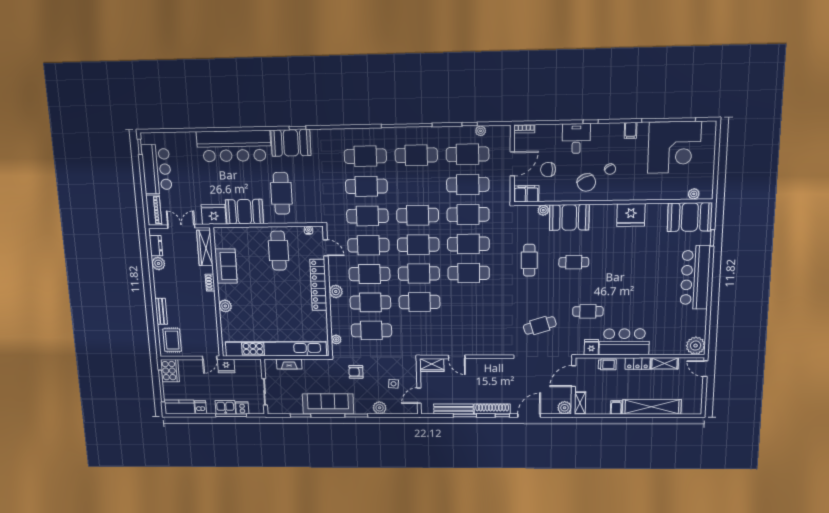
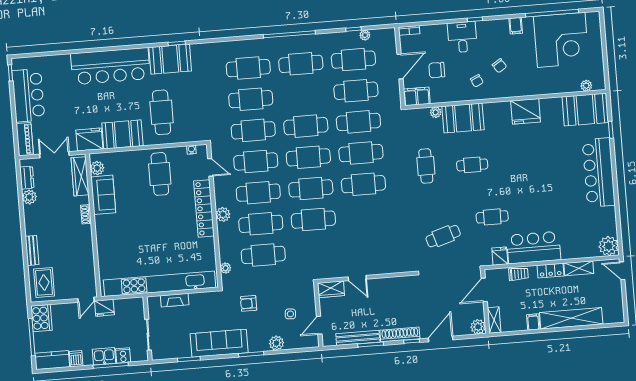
chair: (586, 182) -> (477, 81), width x0.54, depth x0.54
plant: (225, 306) -> (97, 168), moved

